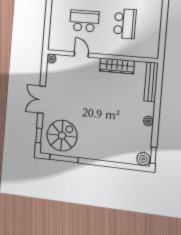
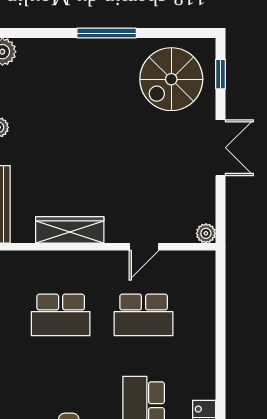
school desk: (125, 24) -> (61, 315), turned -90
door: (81, 55) -> (144, 247), hinge flipped
window: (64, 159) -> (107, 33), moved

